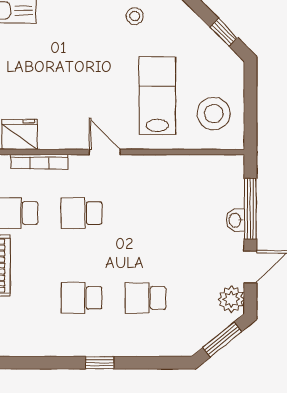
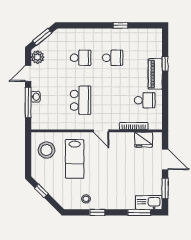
school desk: (82, 213) -> (81, 100), moved, width x1.85
window: (100, 363) -> (121, 25), moved

